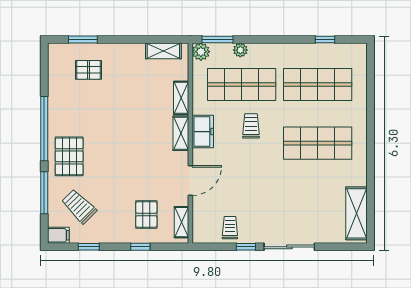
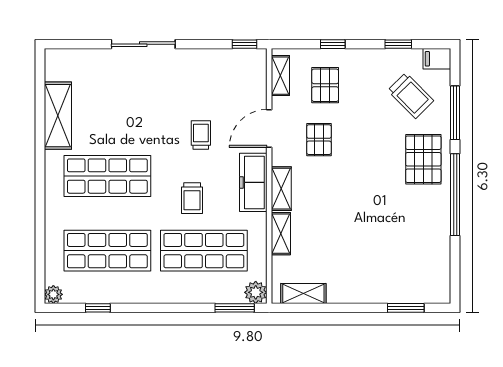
plant: (240, 50) -> (53, 294), moved
pallet: (88, 70) -> (319, 140), moved, turned 90
freezer: (203, 132) -> (253, 182), width x1.40
shelving: (357, 213) -> (58, 116), moved
trolley: (230, 228) -> (201, 135), moved, turned 180
window: (246, 247) -> (244, 44), moved

